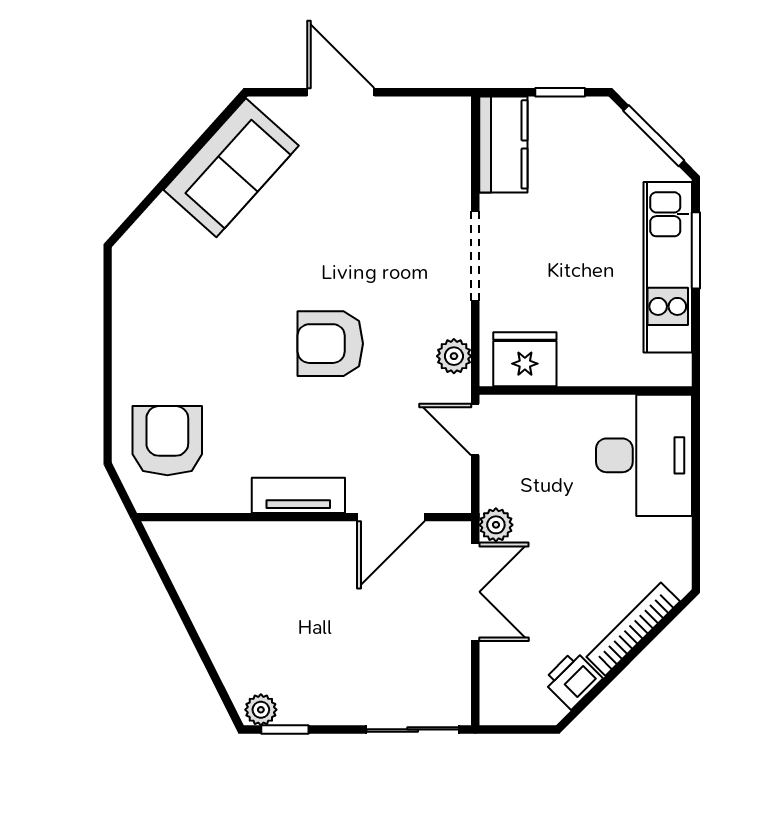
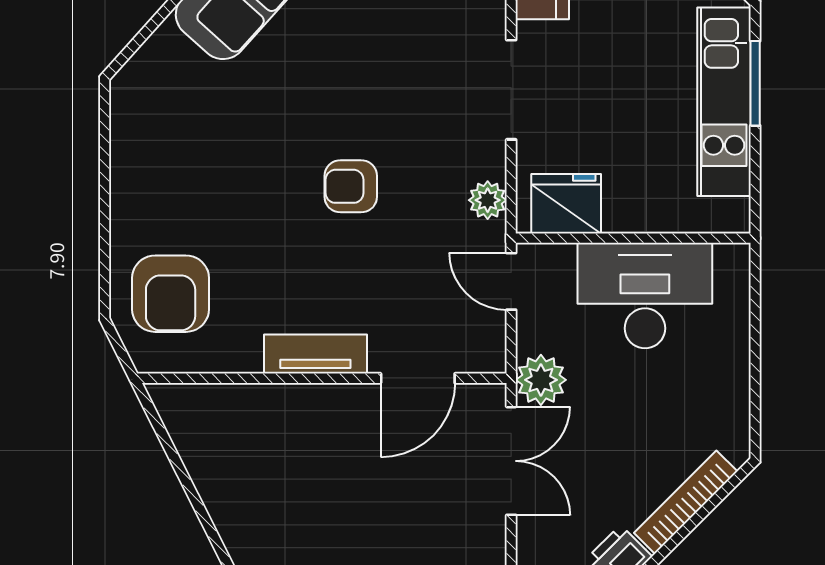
armchair: (330, 344) -> (351, 186), width x0.72, depth x0.72
armchair: (167, 441) -> (171, 294), turned 180
desk: (644, 455) -> (645, 296), moved, turned -90
plant: (496, 525) -> (541, 380), width x1.38, depth x1.38

